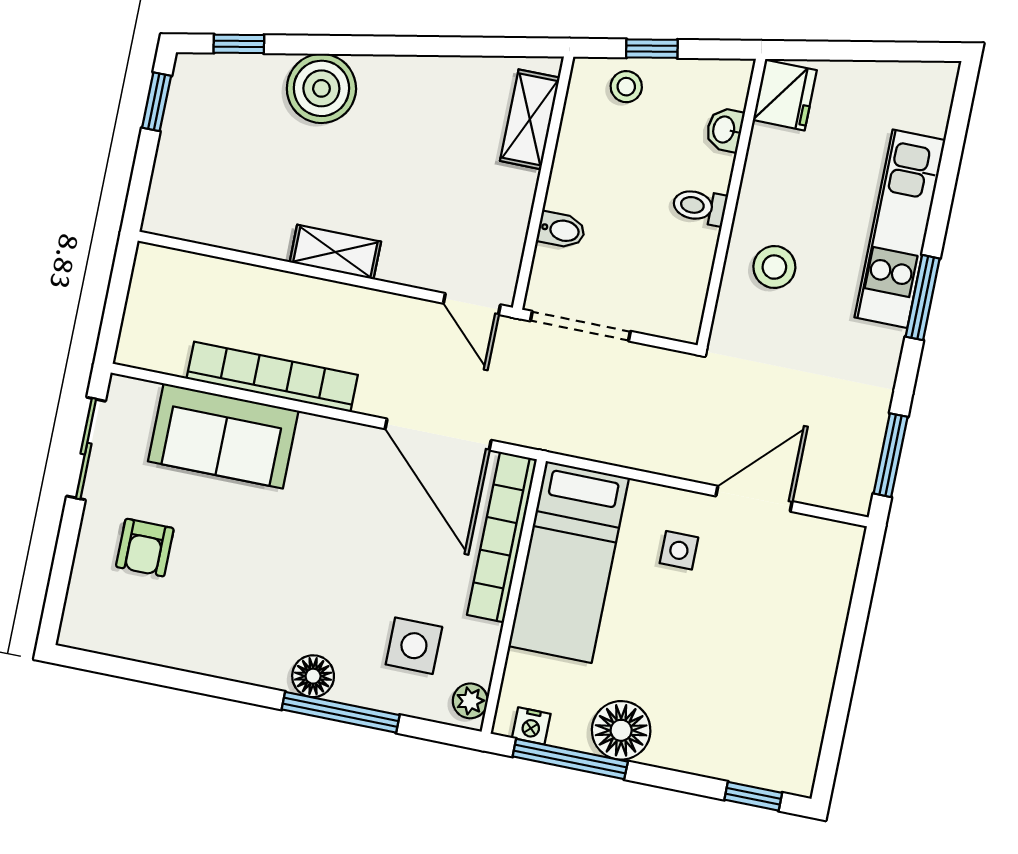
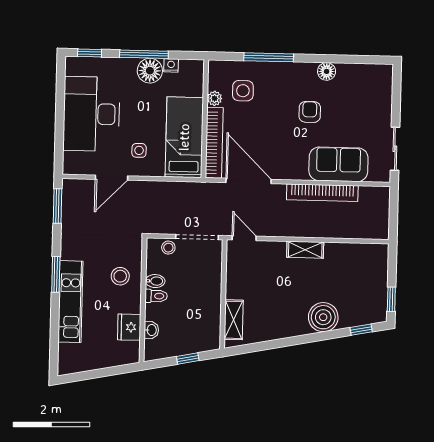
stool: (626, 87) -> (168, 248), moved
fridge: (785, 95) -> (129, 327), moved
bidet: (561, 230) -> (155, 281), moved, turned 180
armchair: (145, 548) -> (310, 112), moved
desk: (774, 654) -> (91, 114), added
floor lamp: (313, 676) -> (327, 71), moved
plant: (470, 701) -> (215, 98), moved
nightstand: (531, 726) -> (171, 65), moved
window: (570, 759) -> (144, 54), moved

